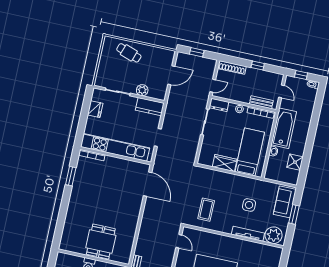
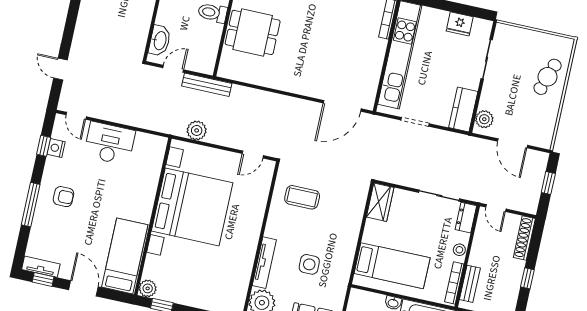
plant: (142, 90) -> (484, 119), moved
wardrobe: (225, 163) -> (380, 202), moved

